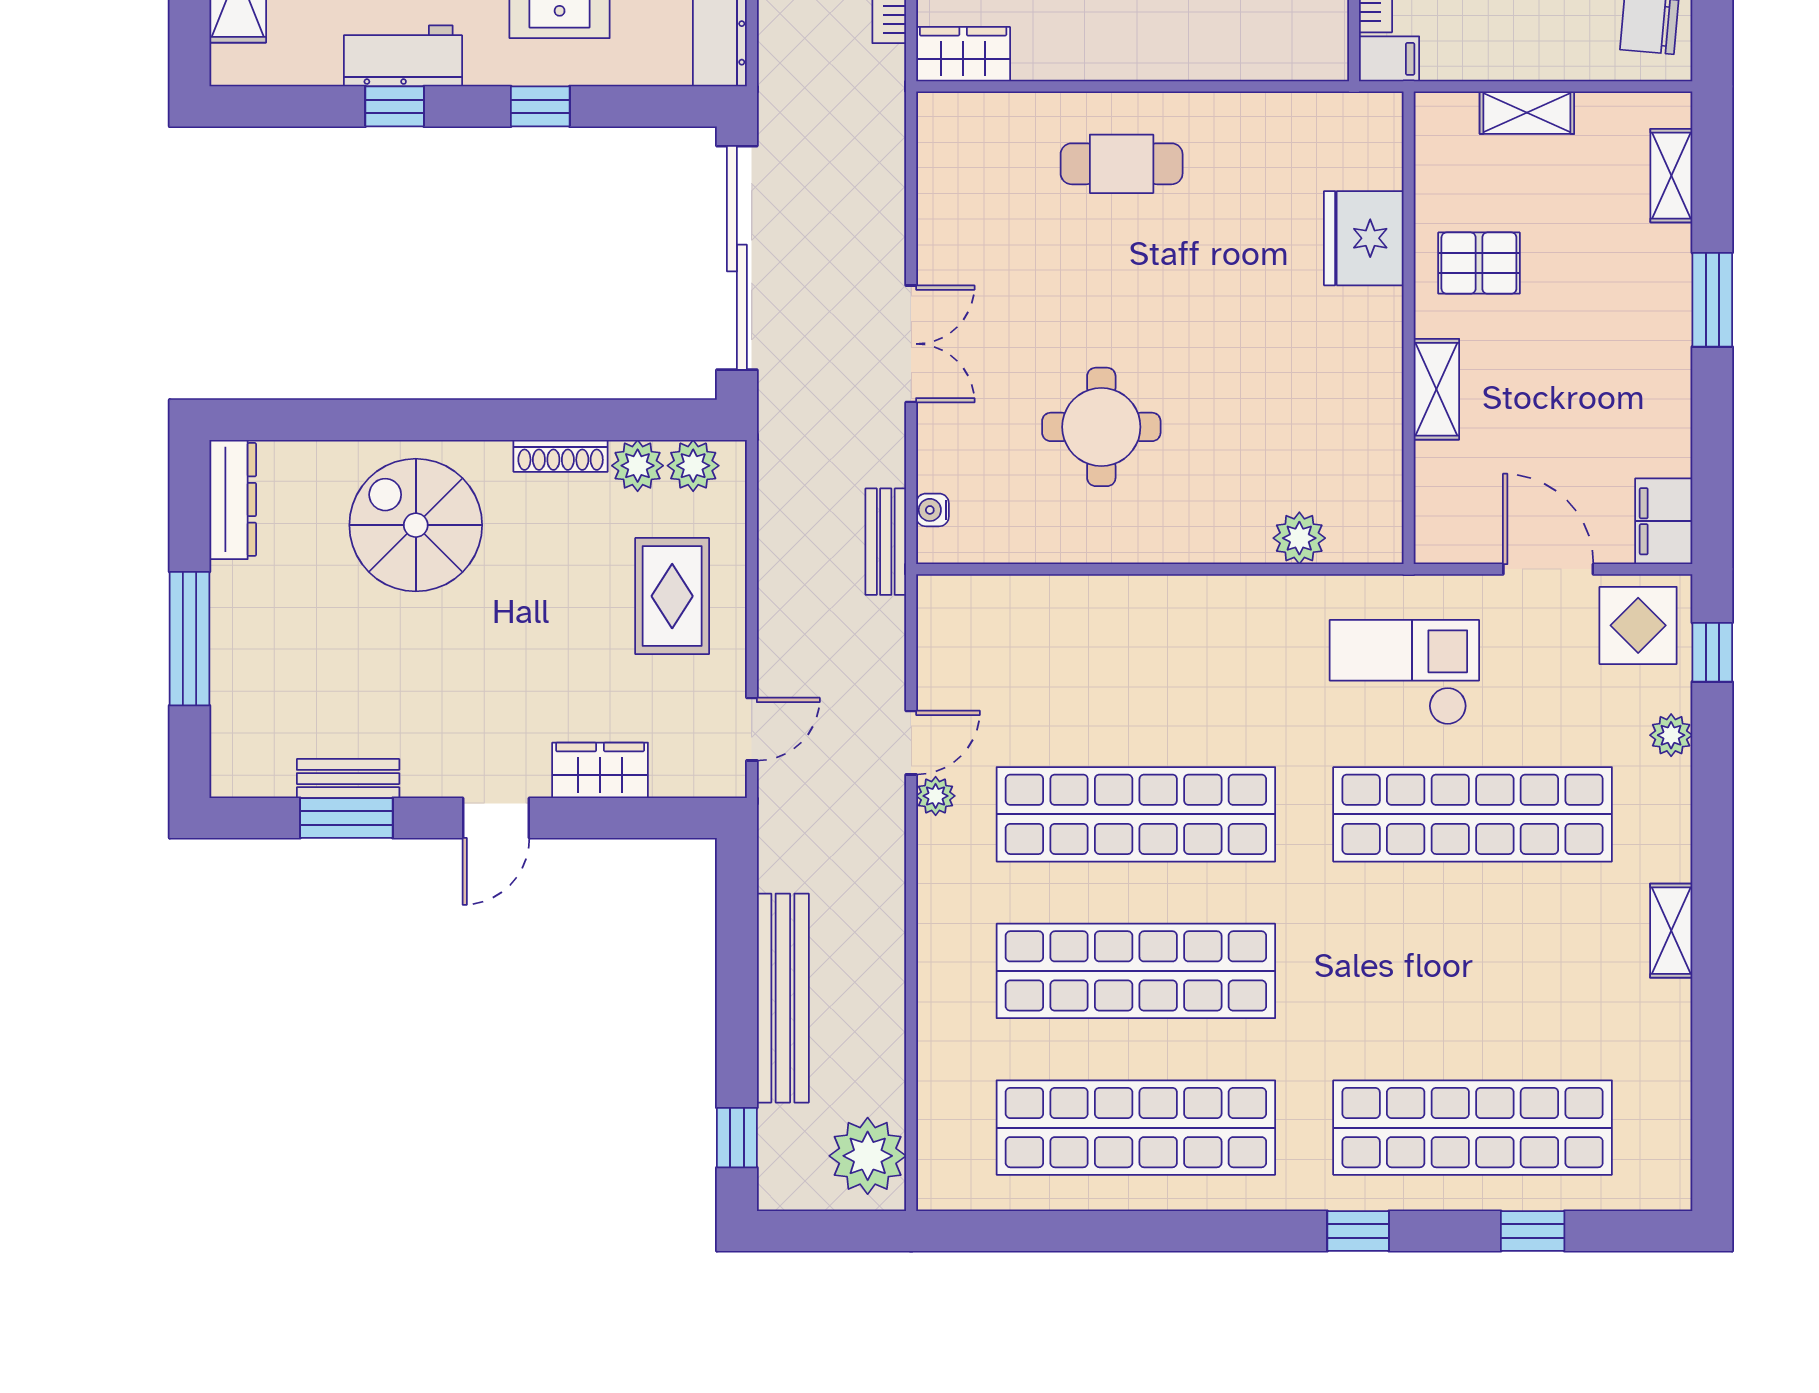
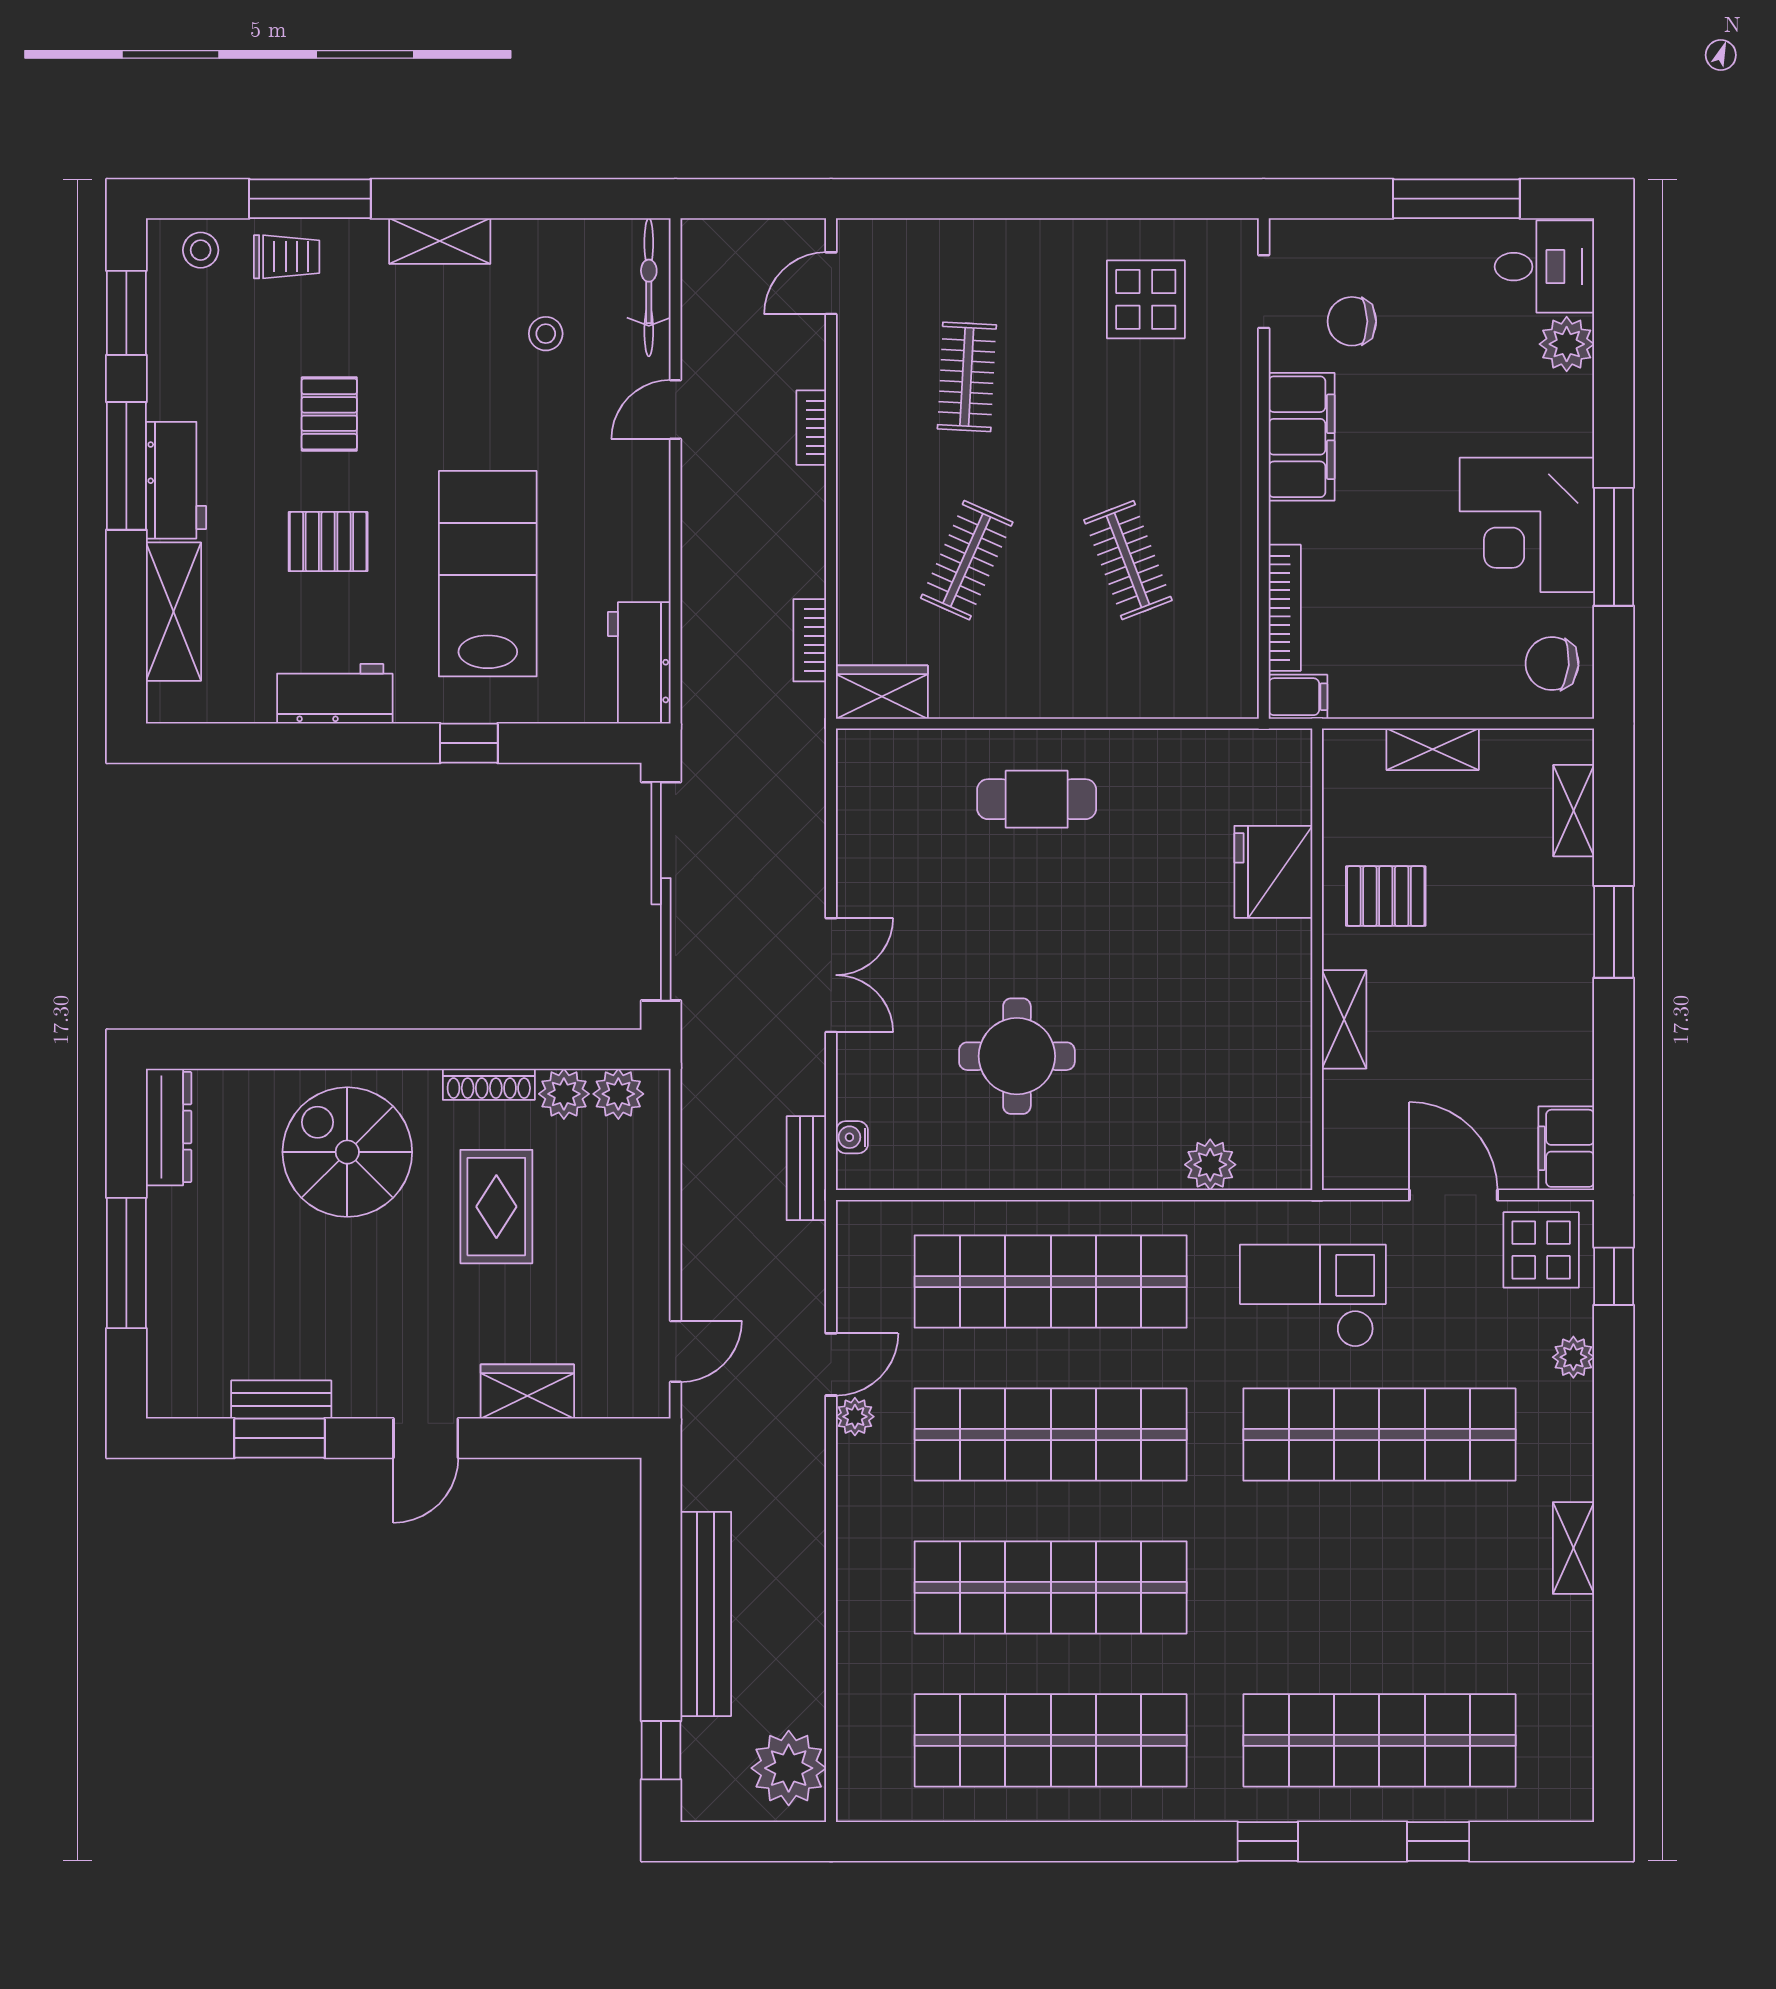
window: (395, 106) -> (327, 743), removed
rug: (672, 596) -> (496, 1207), moved
shop shelf: (1136, 658) -> (1051, 1282), added

